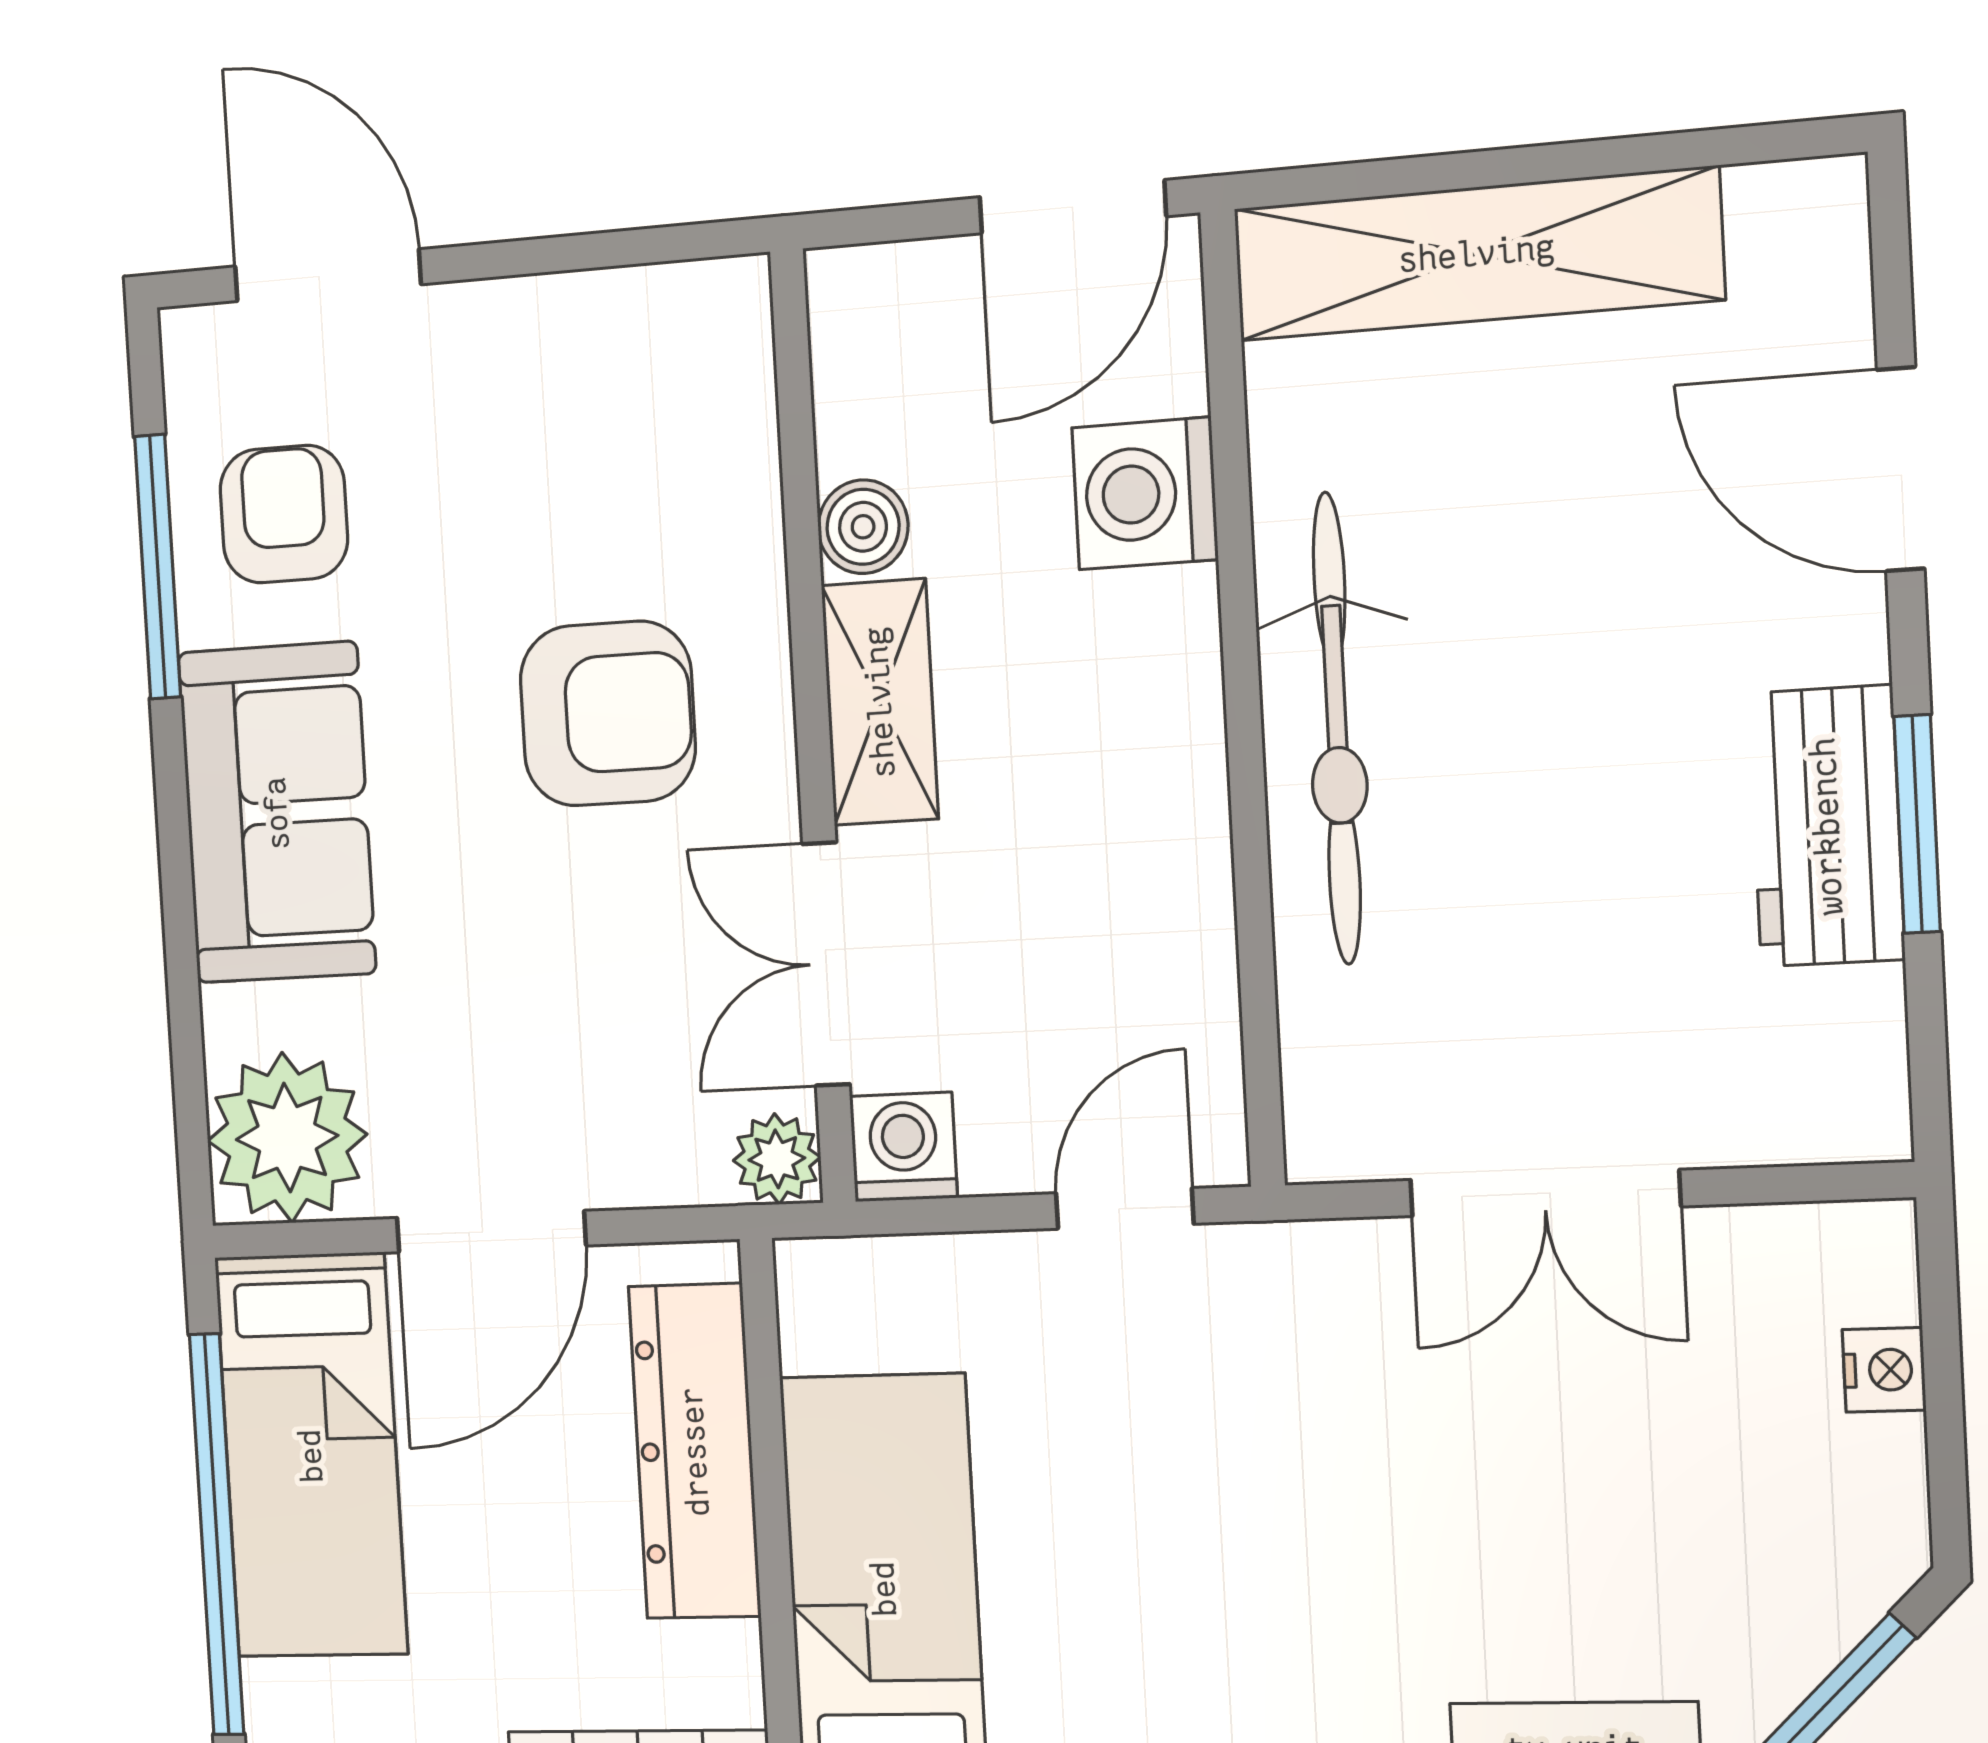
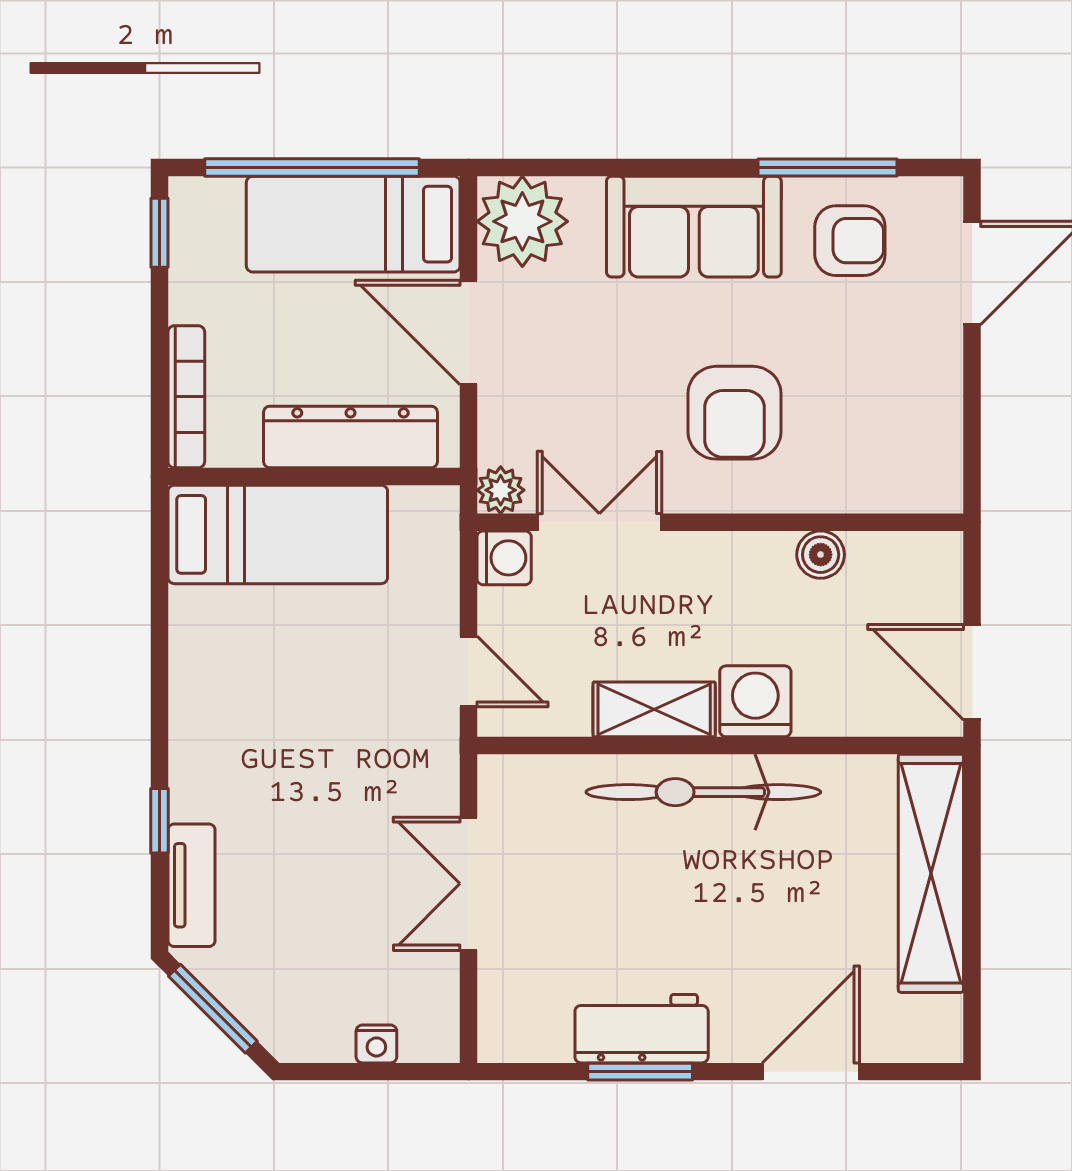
washing machine: (1145, 493) -> (755, 701), moved
shelving: (880, 702) -> (654, 709), moved

